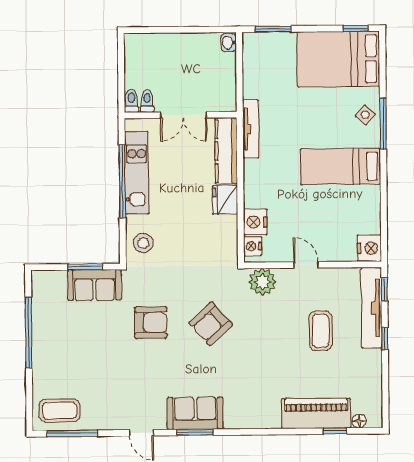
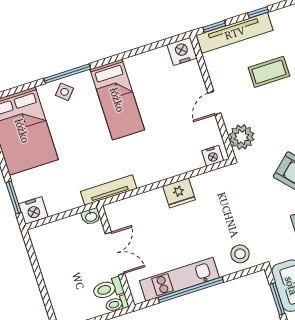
washbasin: (229, 43) -> (91, 216), moved
toilet: (147, 101) -> (108, 289), width x1.37, depth x1.39
kitchen counter: (226, 151) -> (135, 206), removed
nightstand: (255, 222) -> (33, 210), moved

